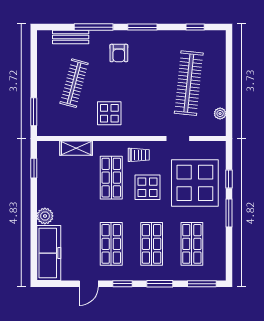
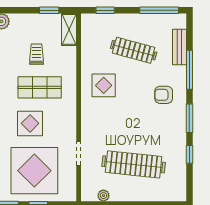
window: (195, 27) -> (189, 154), moved
window: (34, 58) -> (159, 10), added
window: (34, 112) -> (105, 10), width x0.67
shelving: (76, 148) -> (69, 29), moved
trolley: (139, 155) -> (37, 54), moved, turned 180

